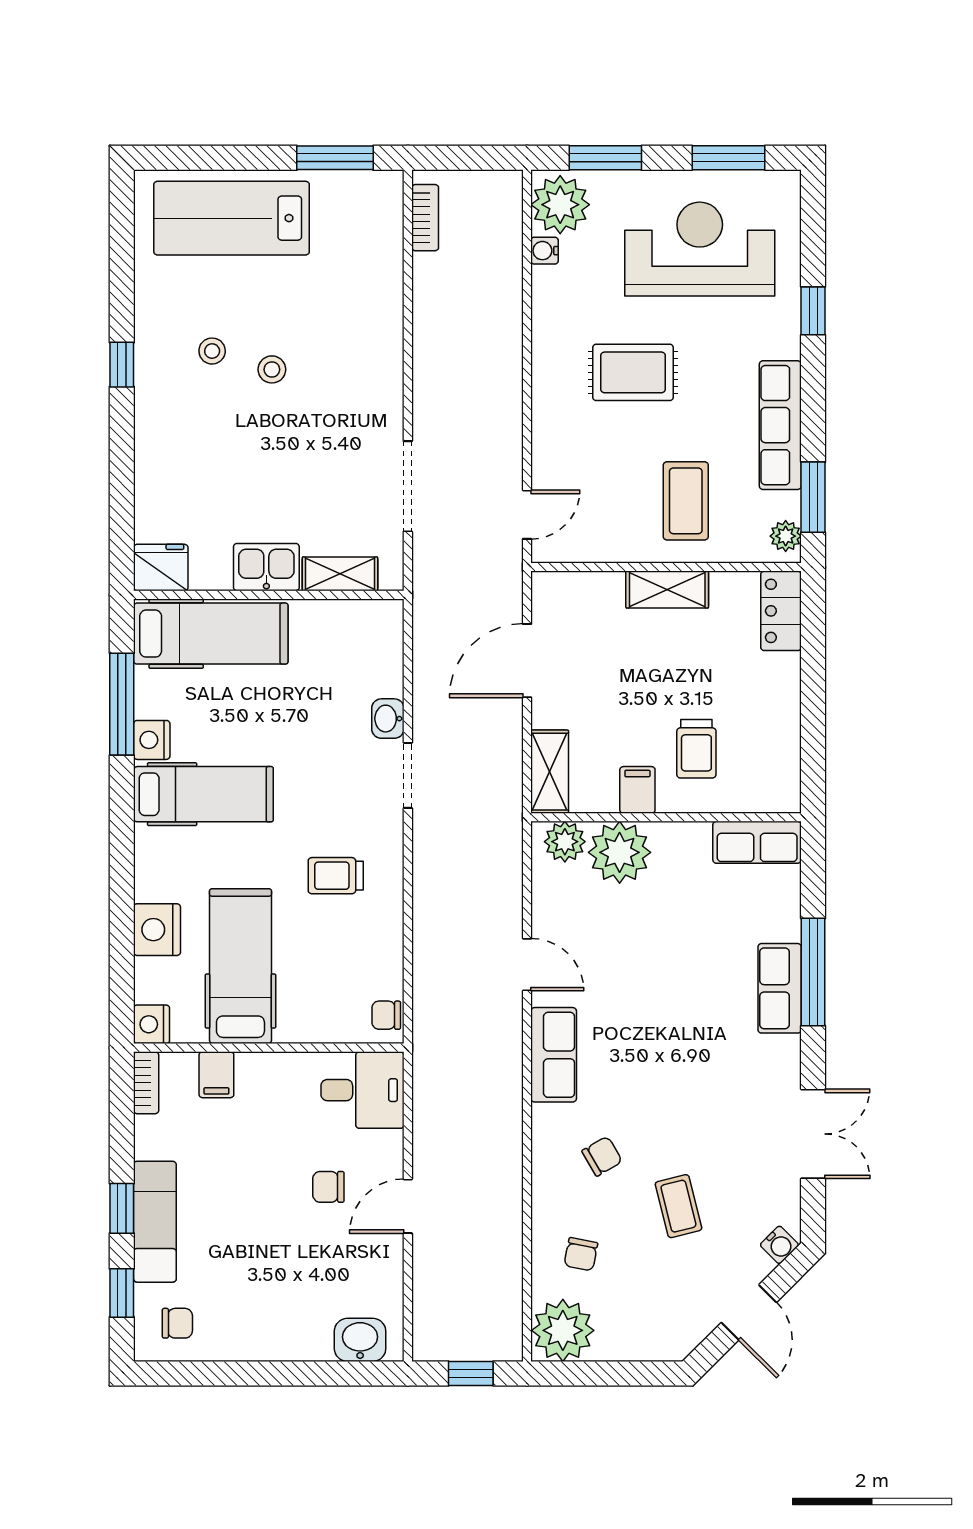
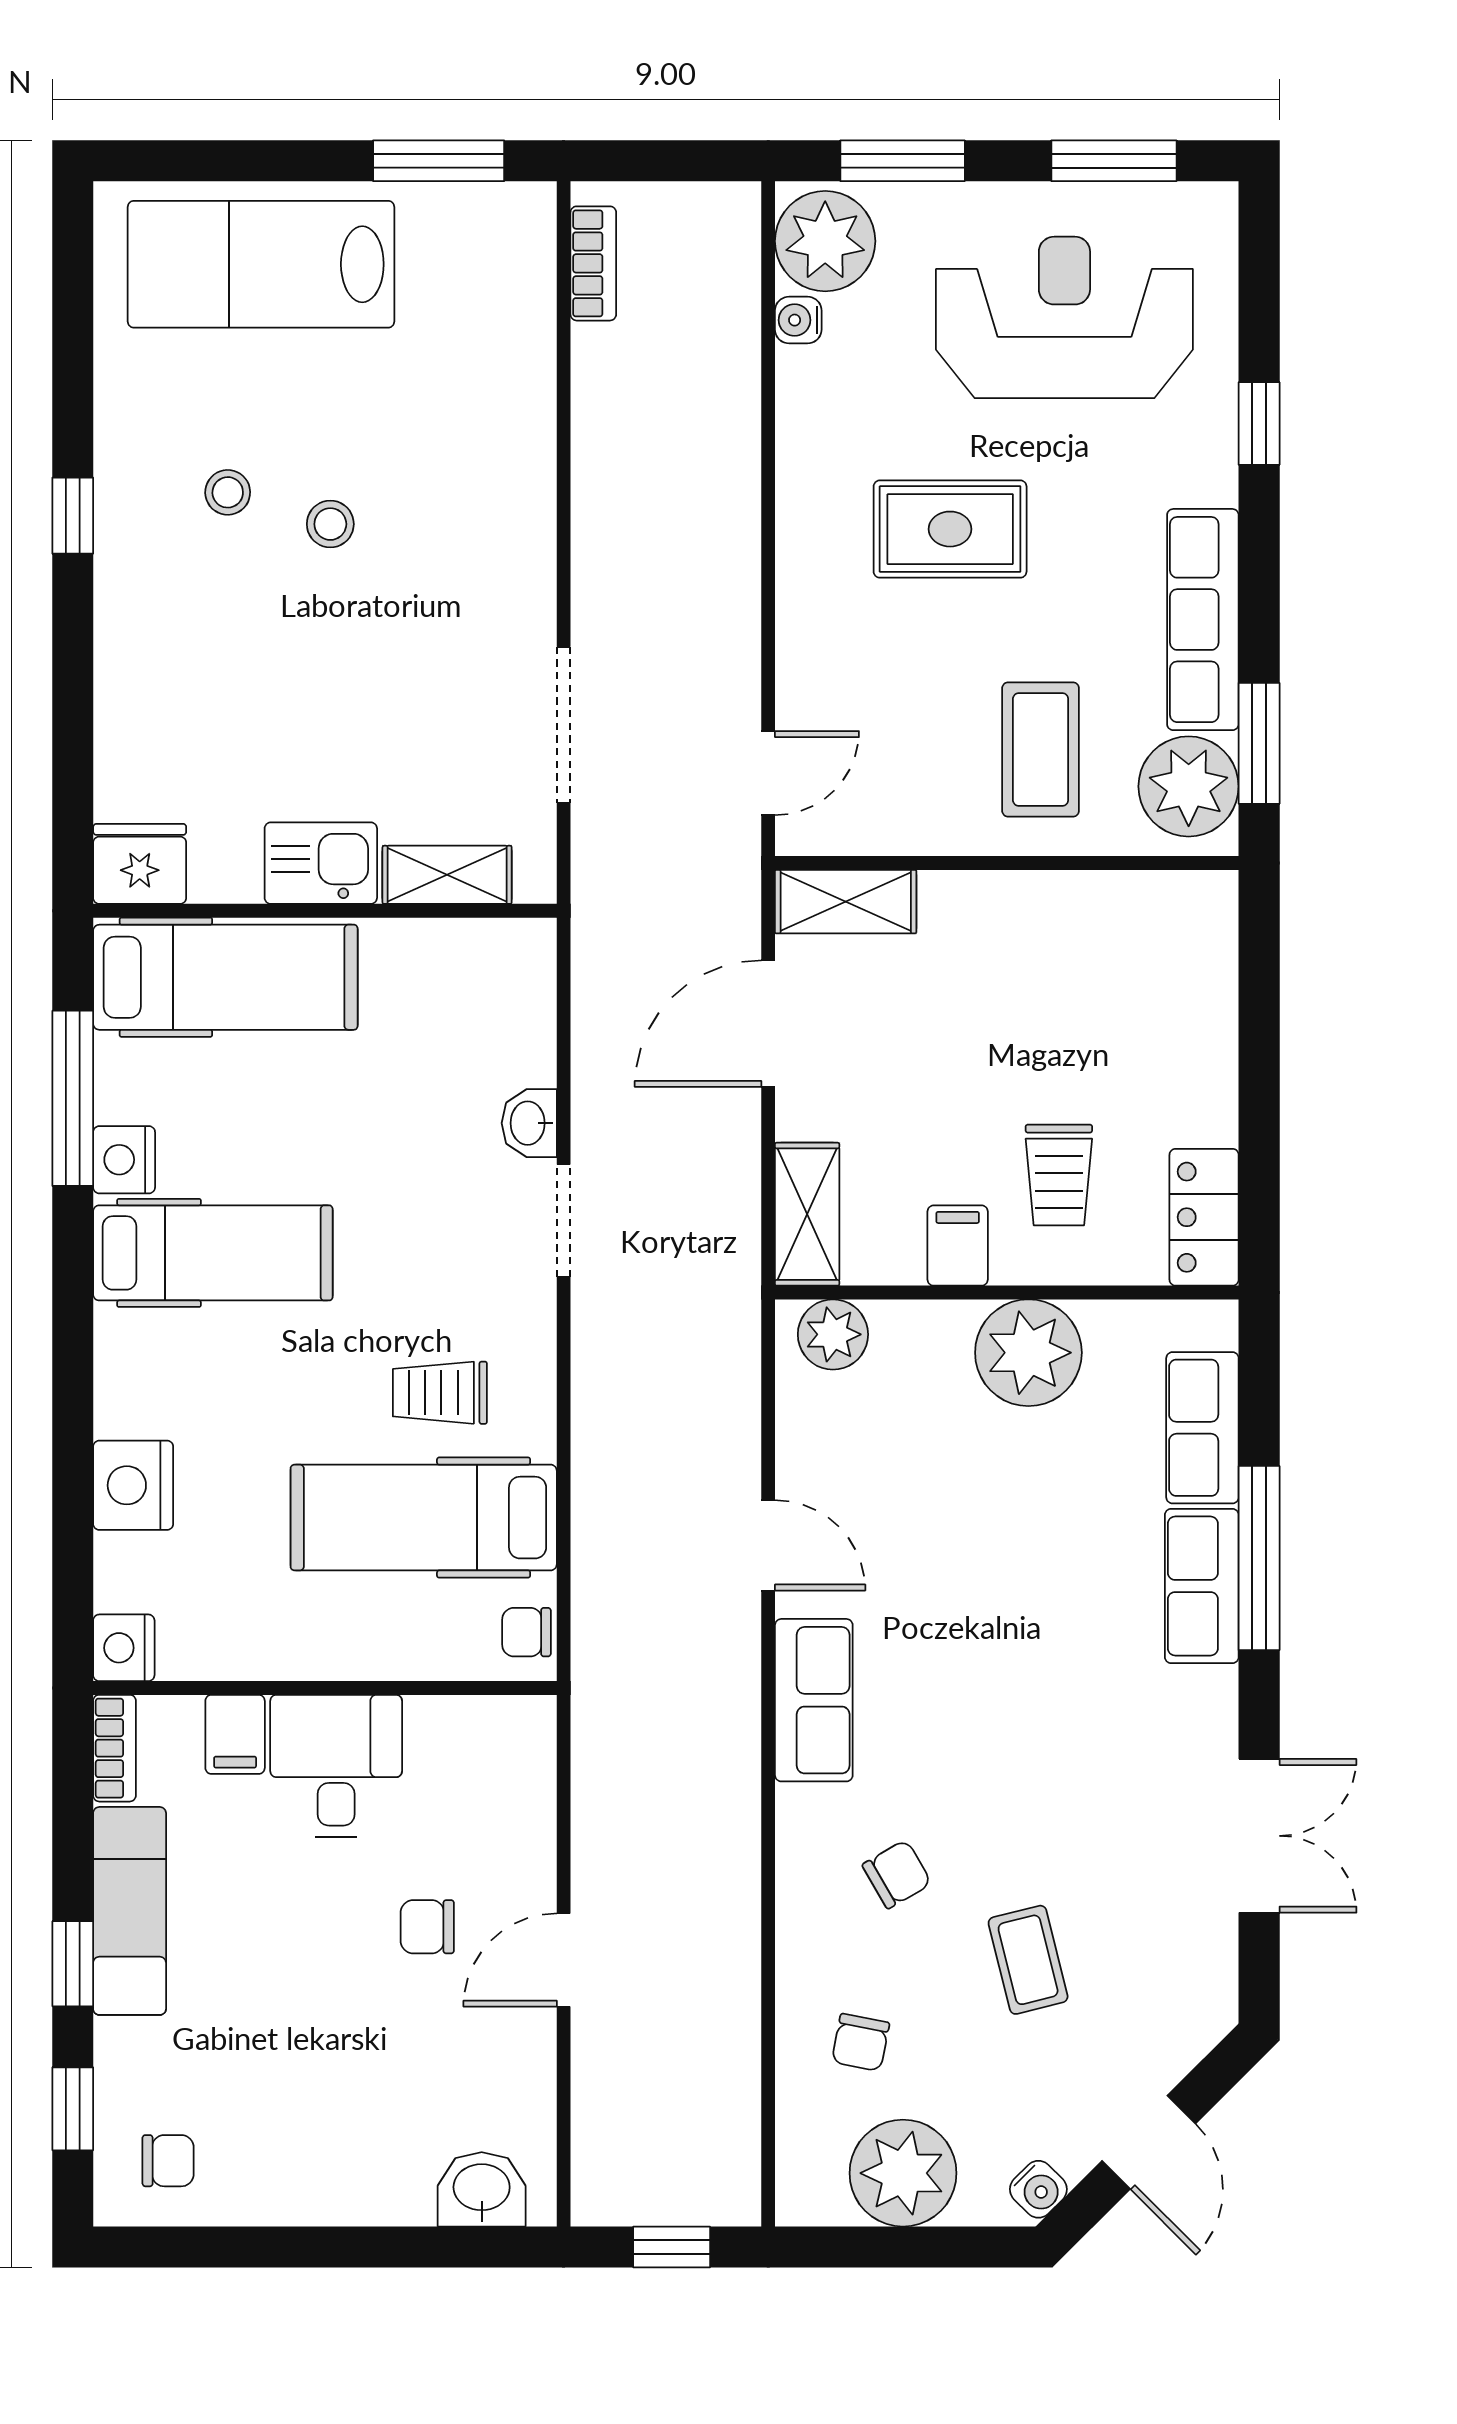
plant: (786, 536) -> (1189, 786), width x1.88, depth x1.88
shelving: (667, 590) -> (846, 902), moved
locker: (781, 611) -> (1204, 1217), moved
row of seats: (757, 842) -> (1202, 1428), moved, turned 90
plant: (620, 852) -> (1028, 1353), moved
hospital bed: (240, 966) -> (424, 1518), moved, turned -90
desk: (362, 1090) -> (336, 1766), moved, turned -90
exam couch: (155, 1222) -> (130, 1911), moved
water cooler: (779, 1245) -> (1038, 2189), moved
plant: (563, 1330) -> (903, 2173), moved

